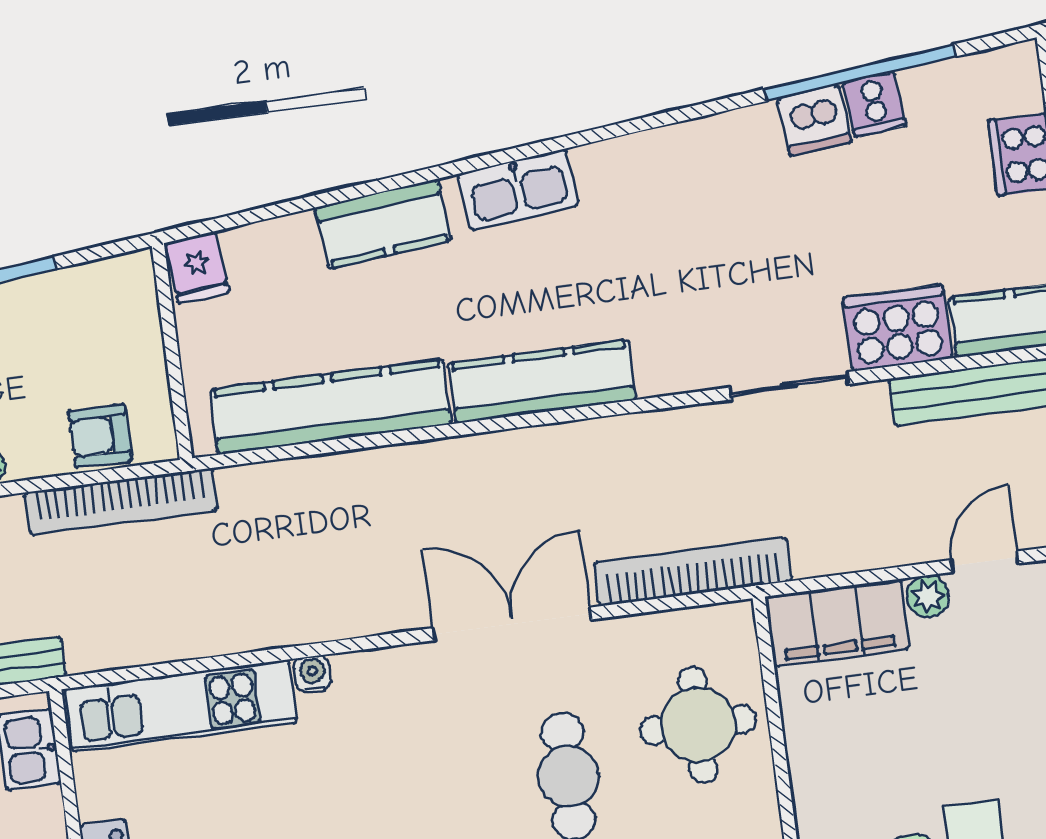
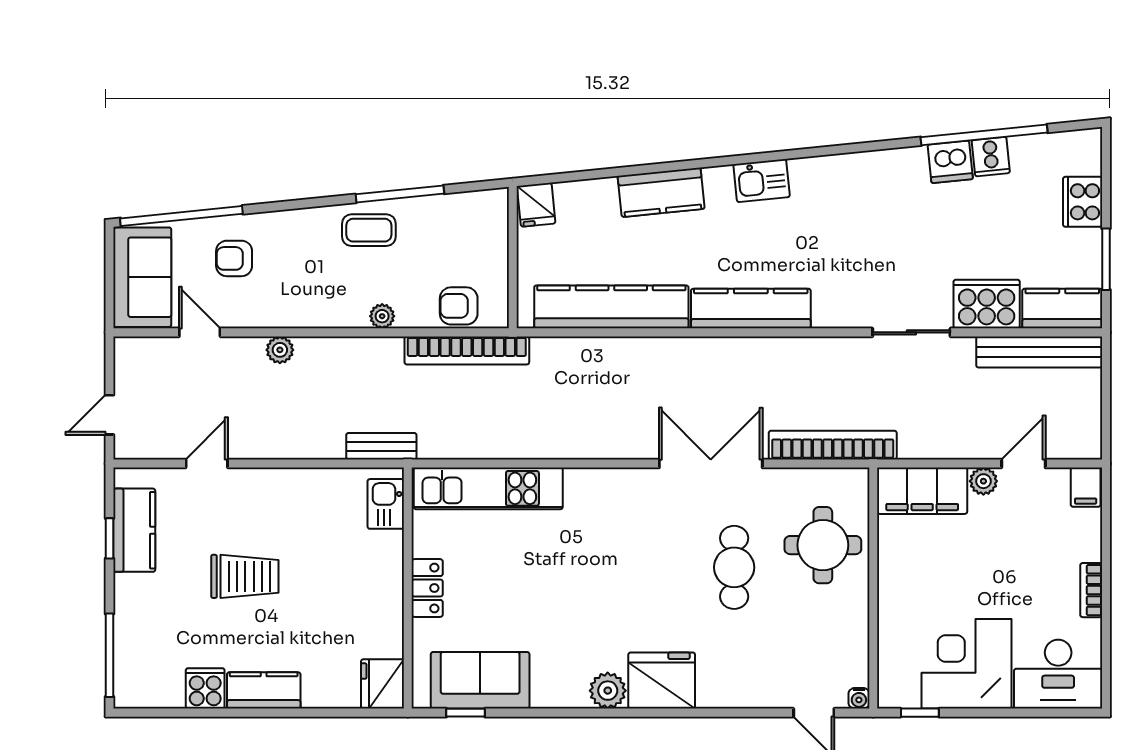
kitchen sink: (518, 190) -> (762, 181), width x0.73
water cooler: (313, 674) -> (577, 479), removed

